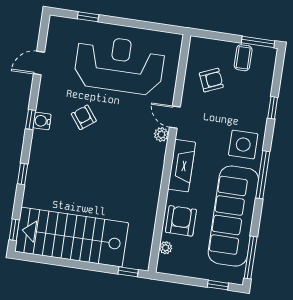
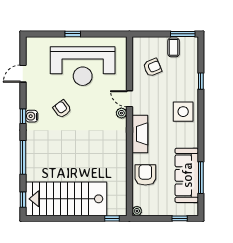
window: (88, 17) -> (73, 34), moved
reception desk: (119, 65) -> (83, 66), turned 180
window: (23, 174) -> (23, 157), width x2.17
window: (263, 175) -> (201, 132), removed
sofa: (233, 216) -> (187, 175), width x0.74, depth x0.79
plant: (166, 248) -> (137, 211), moved
window: (251, 257) -> (201, 178), moved

